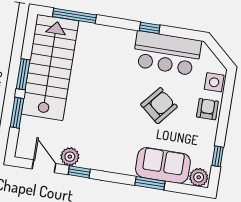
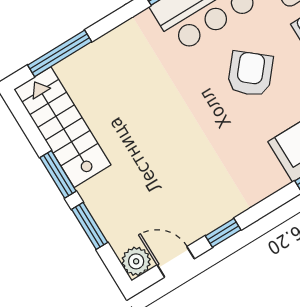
stairs: (50, 67) -> (62, 127), width x0.73, depth x0.66
plant: (70, 157) -> (136, 261), moved

